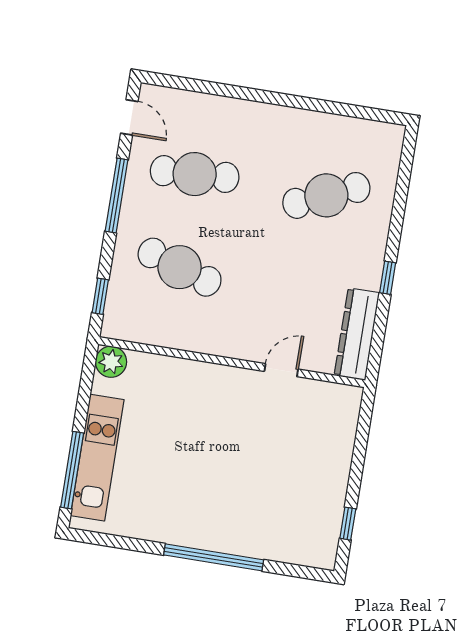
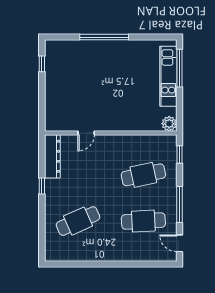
cafe table: (180, 267) -> (143, 175), turned -30

